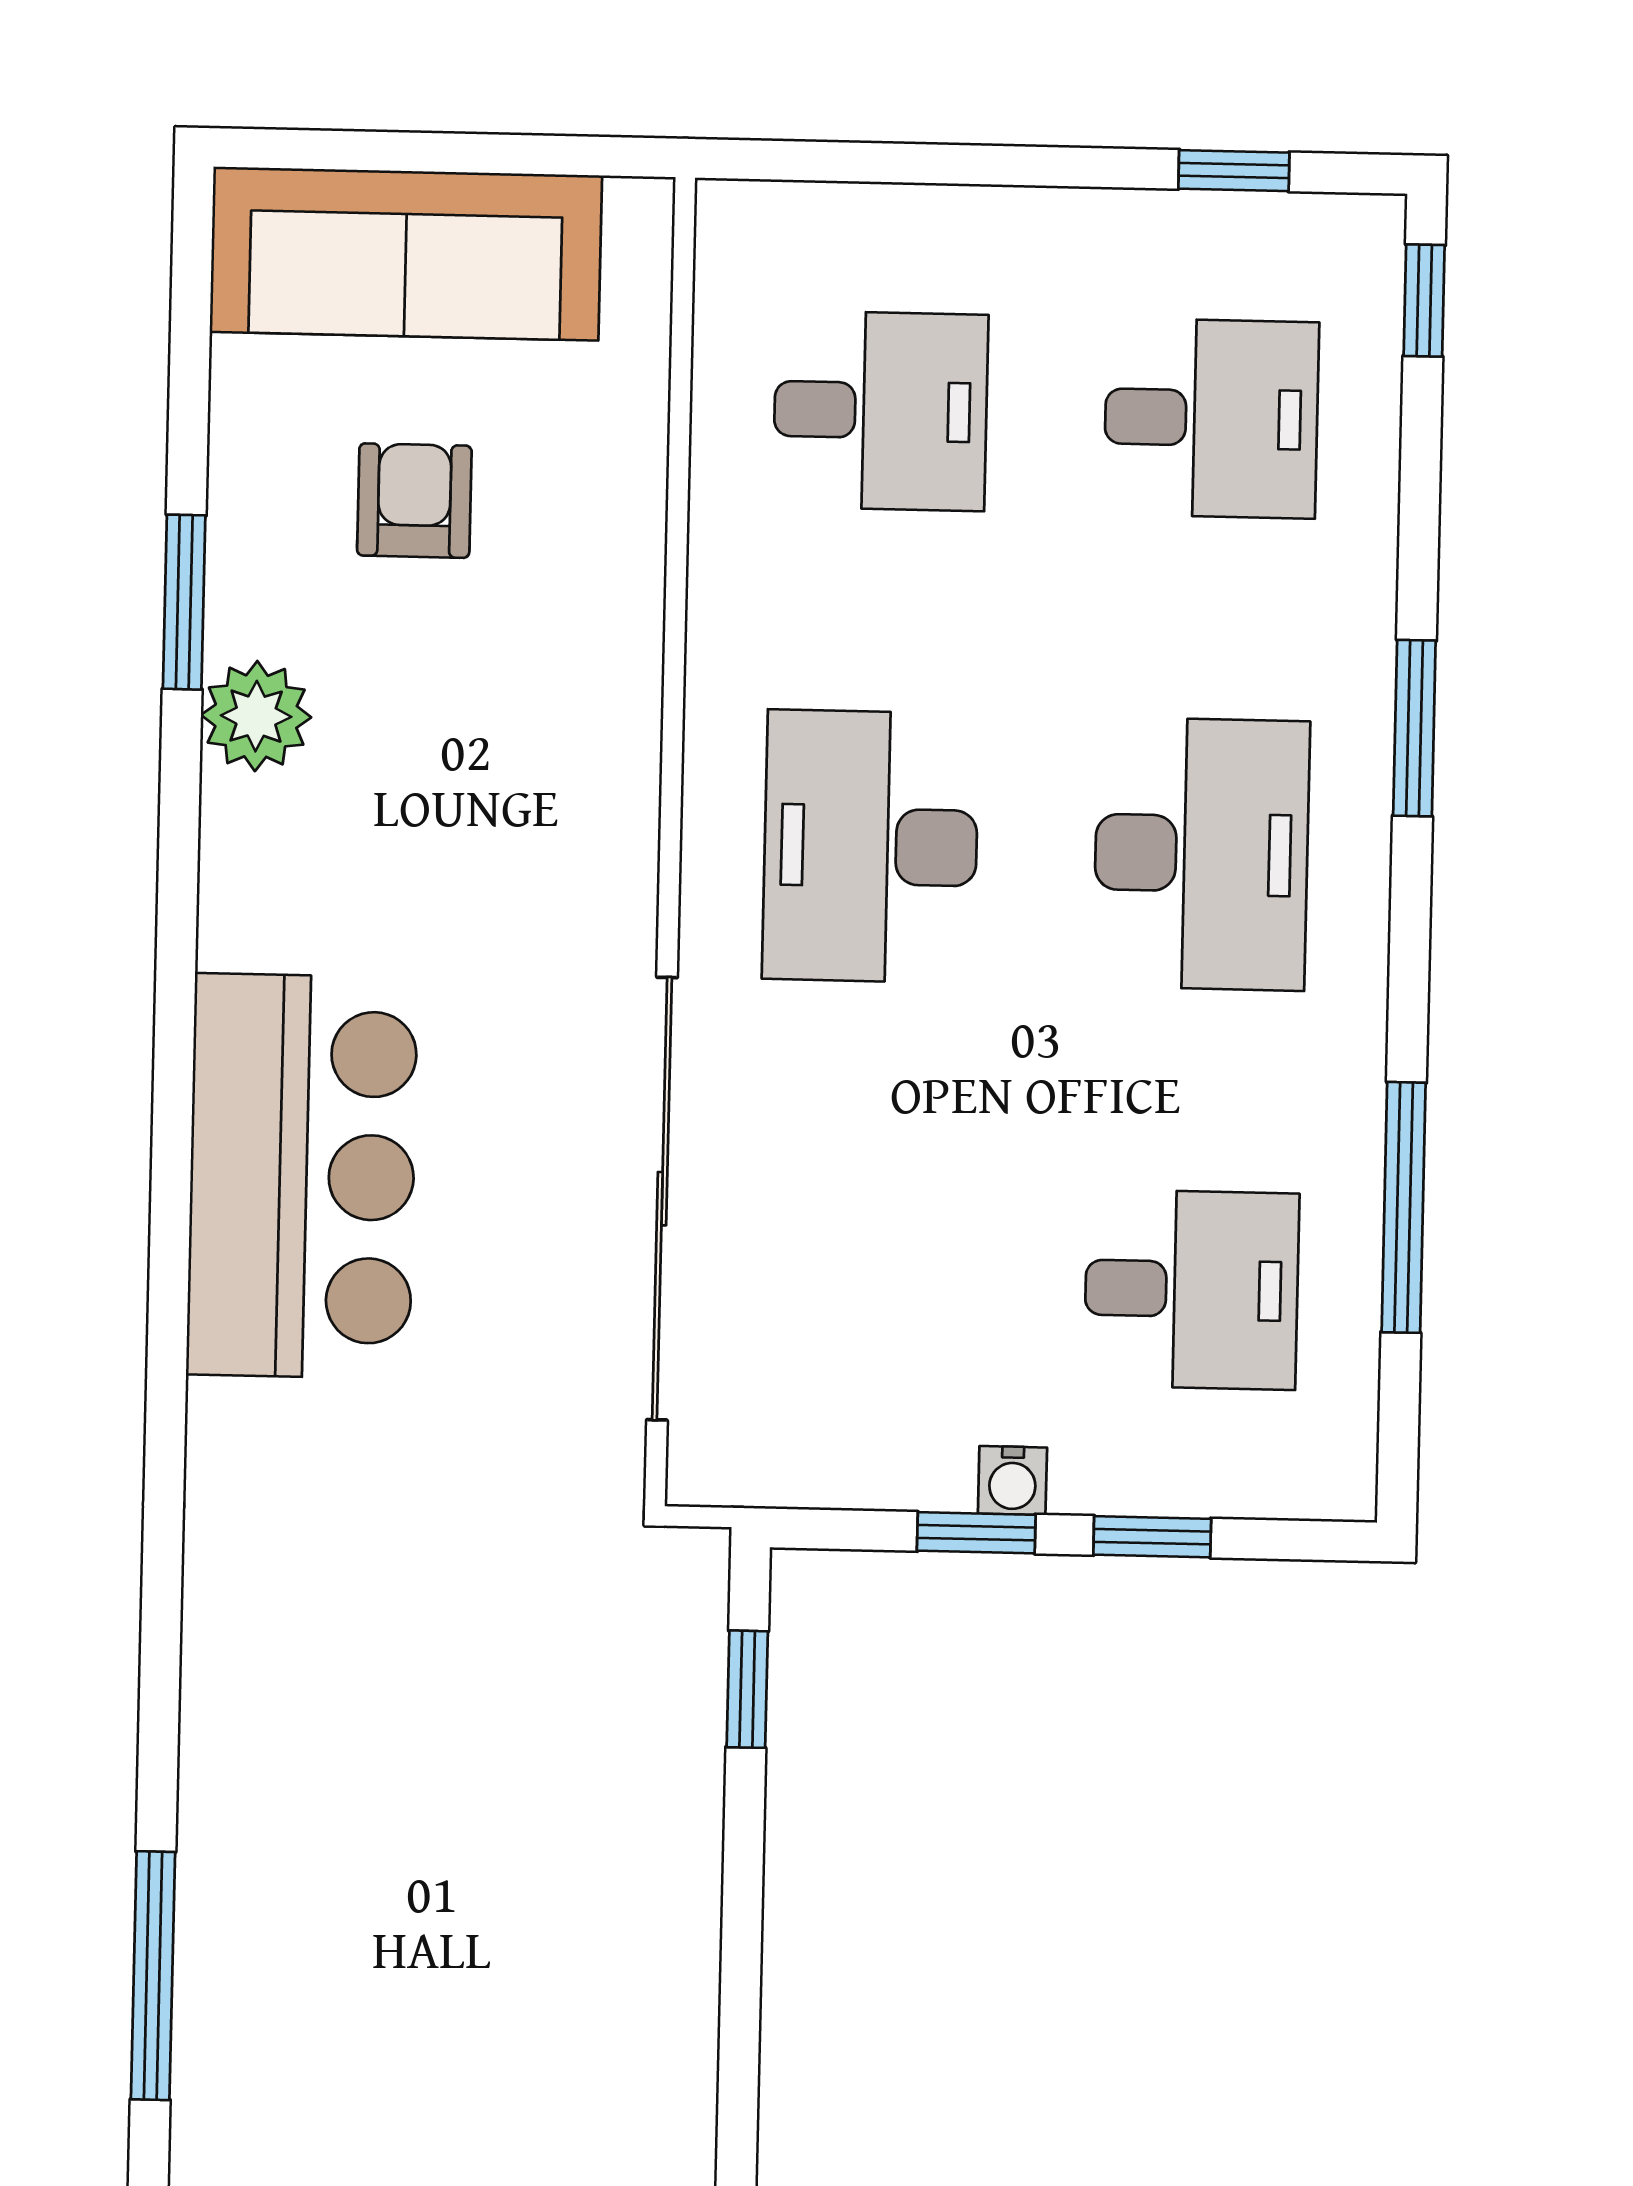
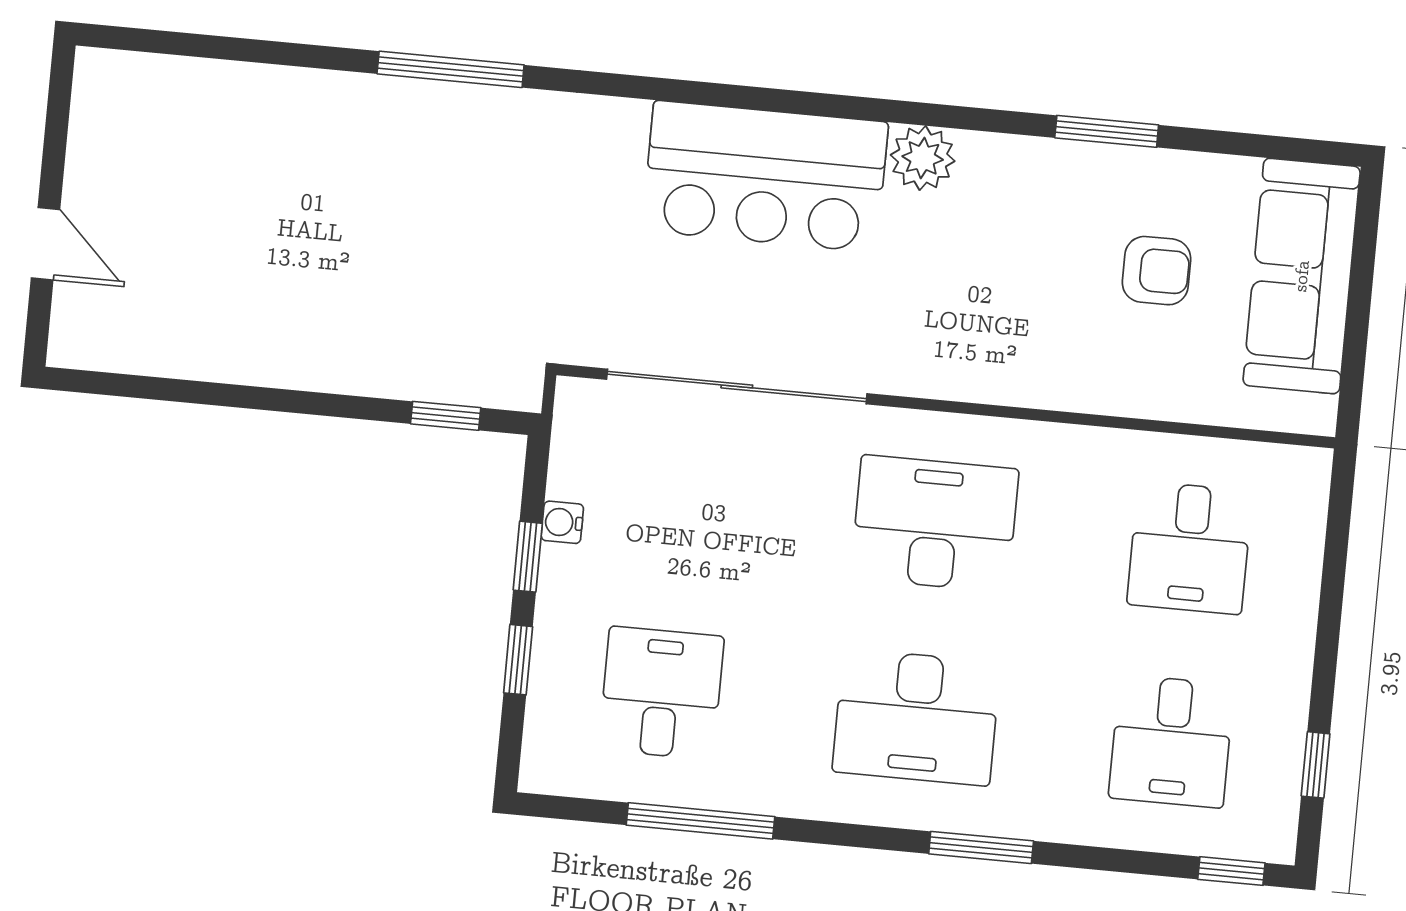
plant: (256, 716) -> (923, 158), moved
desk: (1191, 1289) -> (661, 693), turned 180
water cooler: (1012, 1481) -> (562, 522), moved
window: (153, 1976) -> (451, 69), moved

